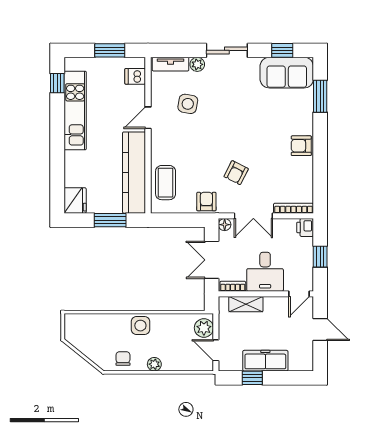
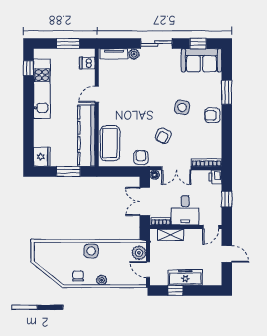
window: (320, 96) -> (227, 92), moved
side table: (188, 104) -> (182, 107), moved
coffee table: (166, 183) -> (110, 143), width x1.36, depth x1.32

